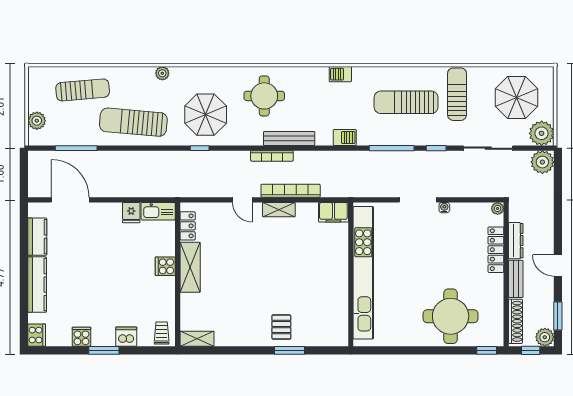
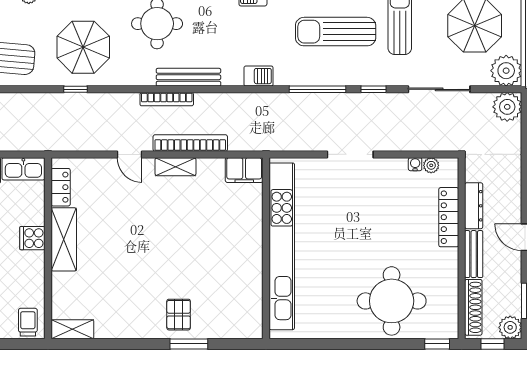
water cooler: (444, 208) -> (415, 164), moved
plant: (498, 209) -> (431, 165), moved

